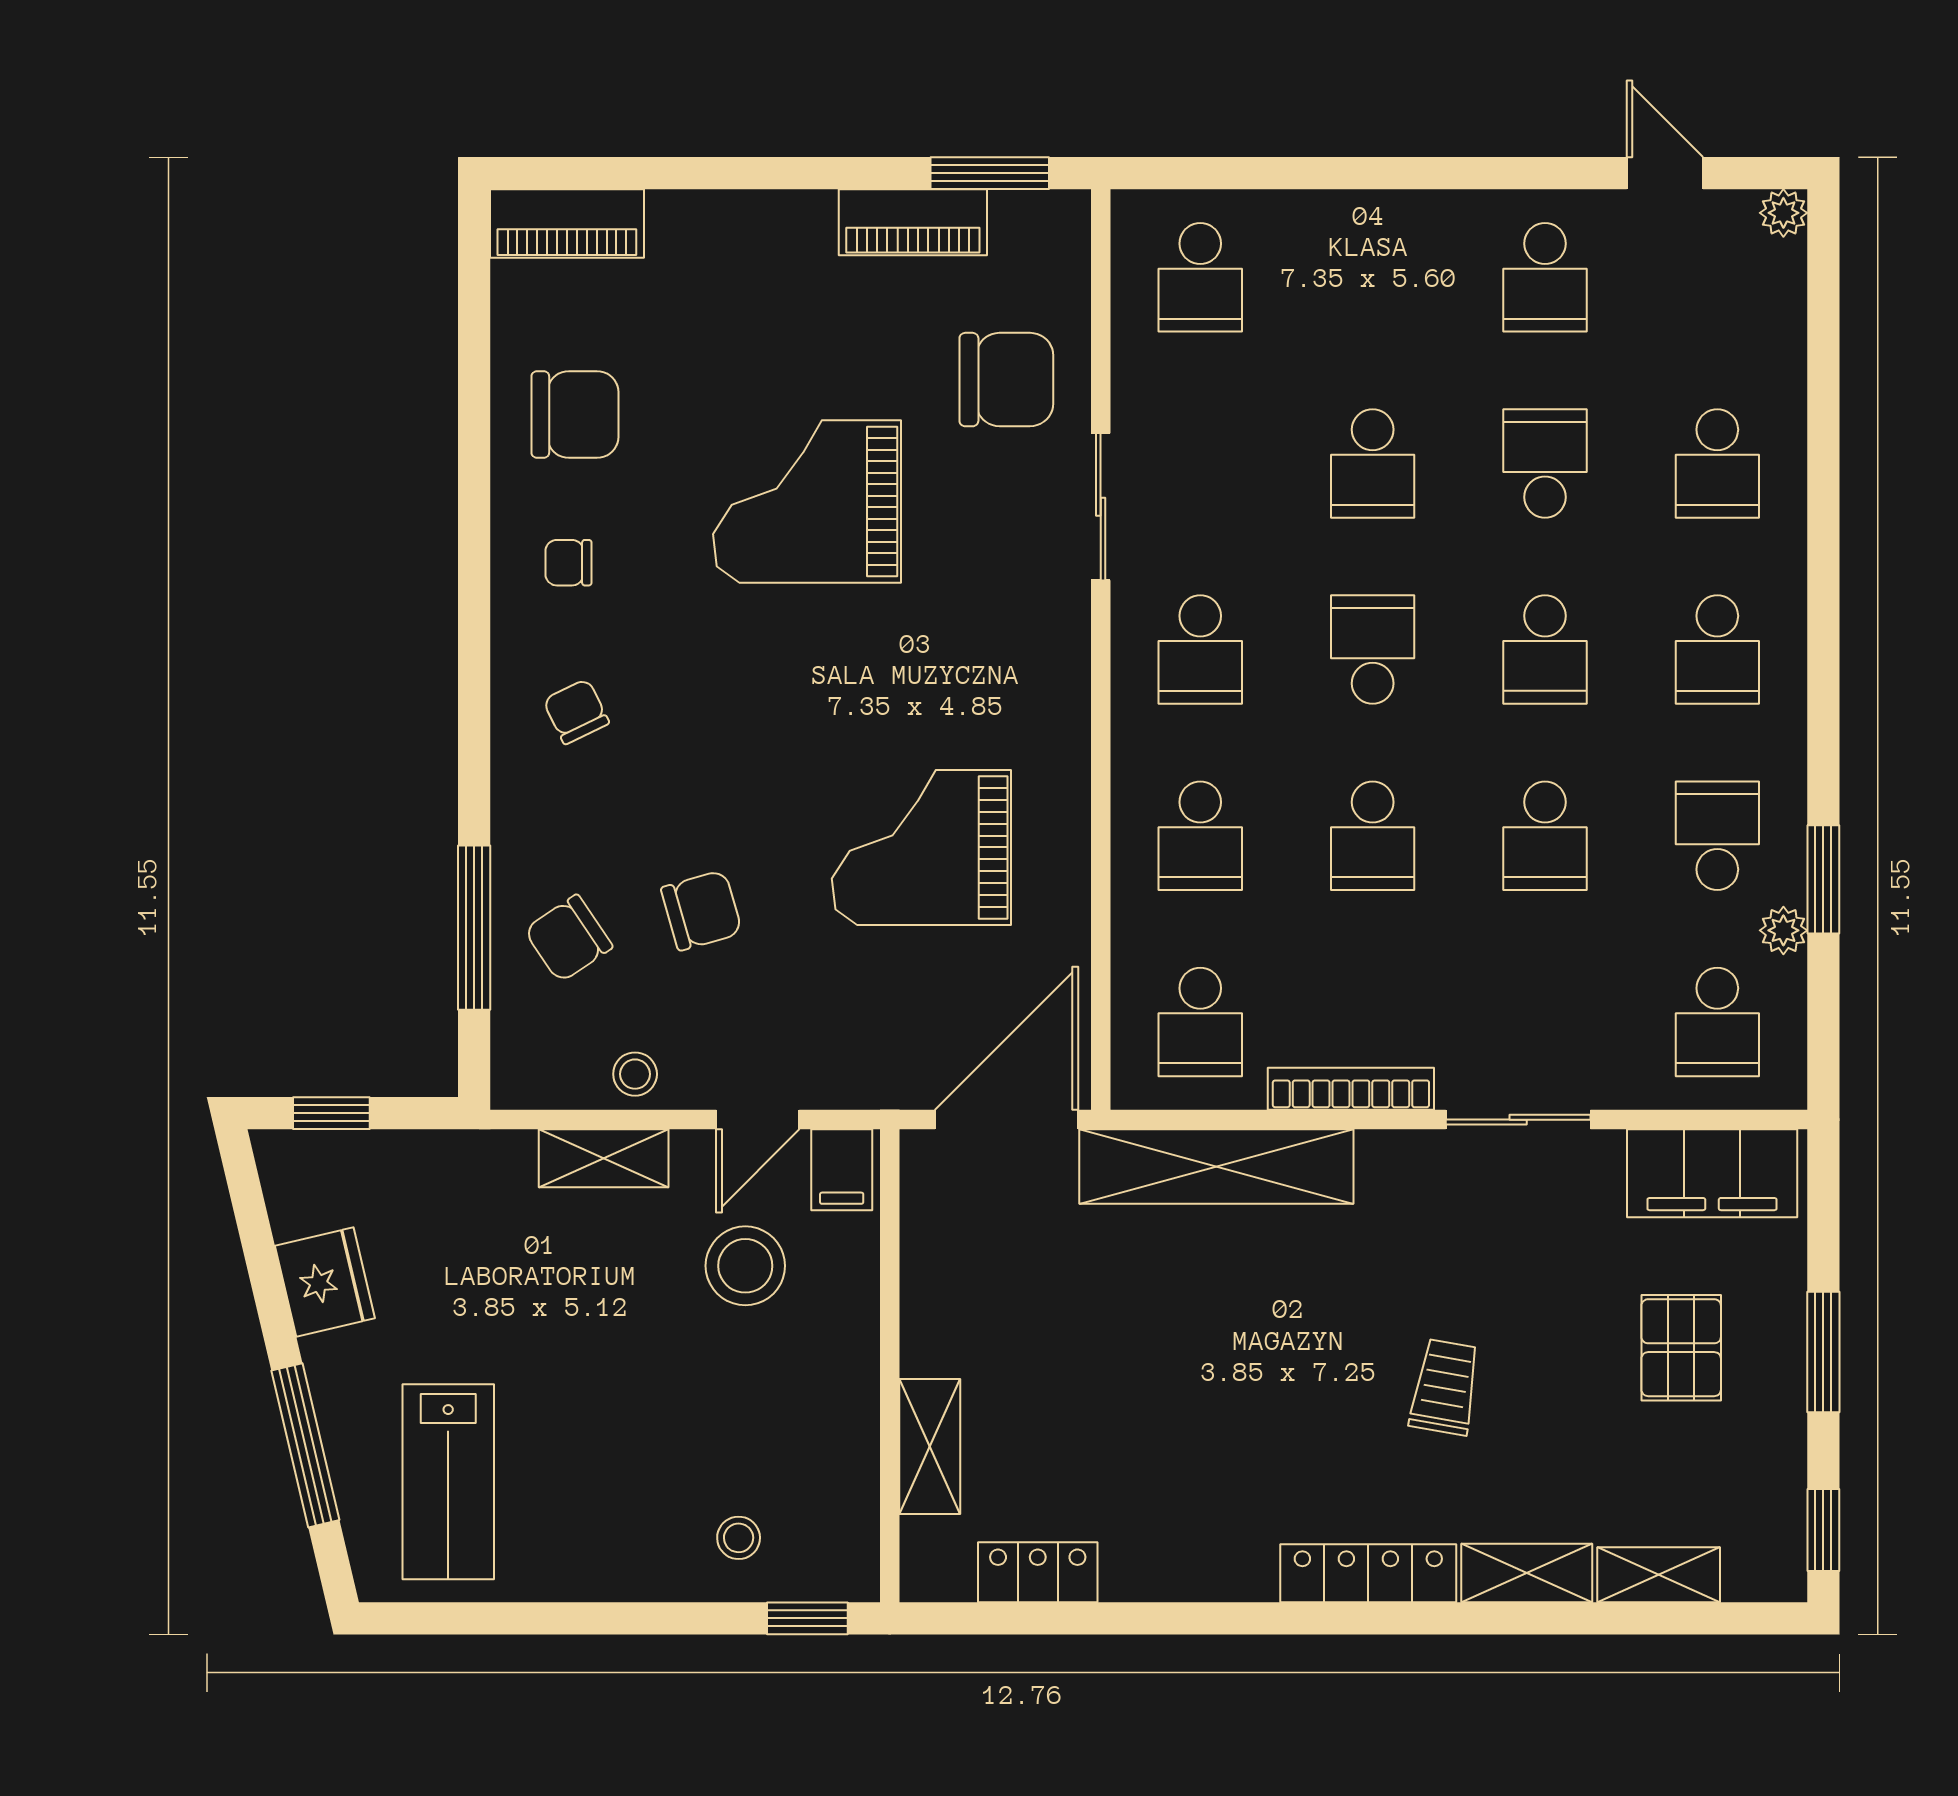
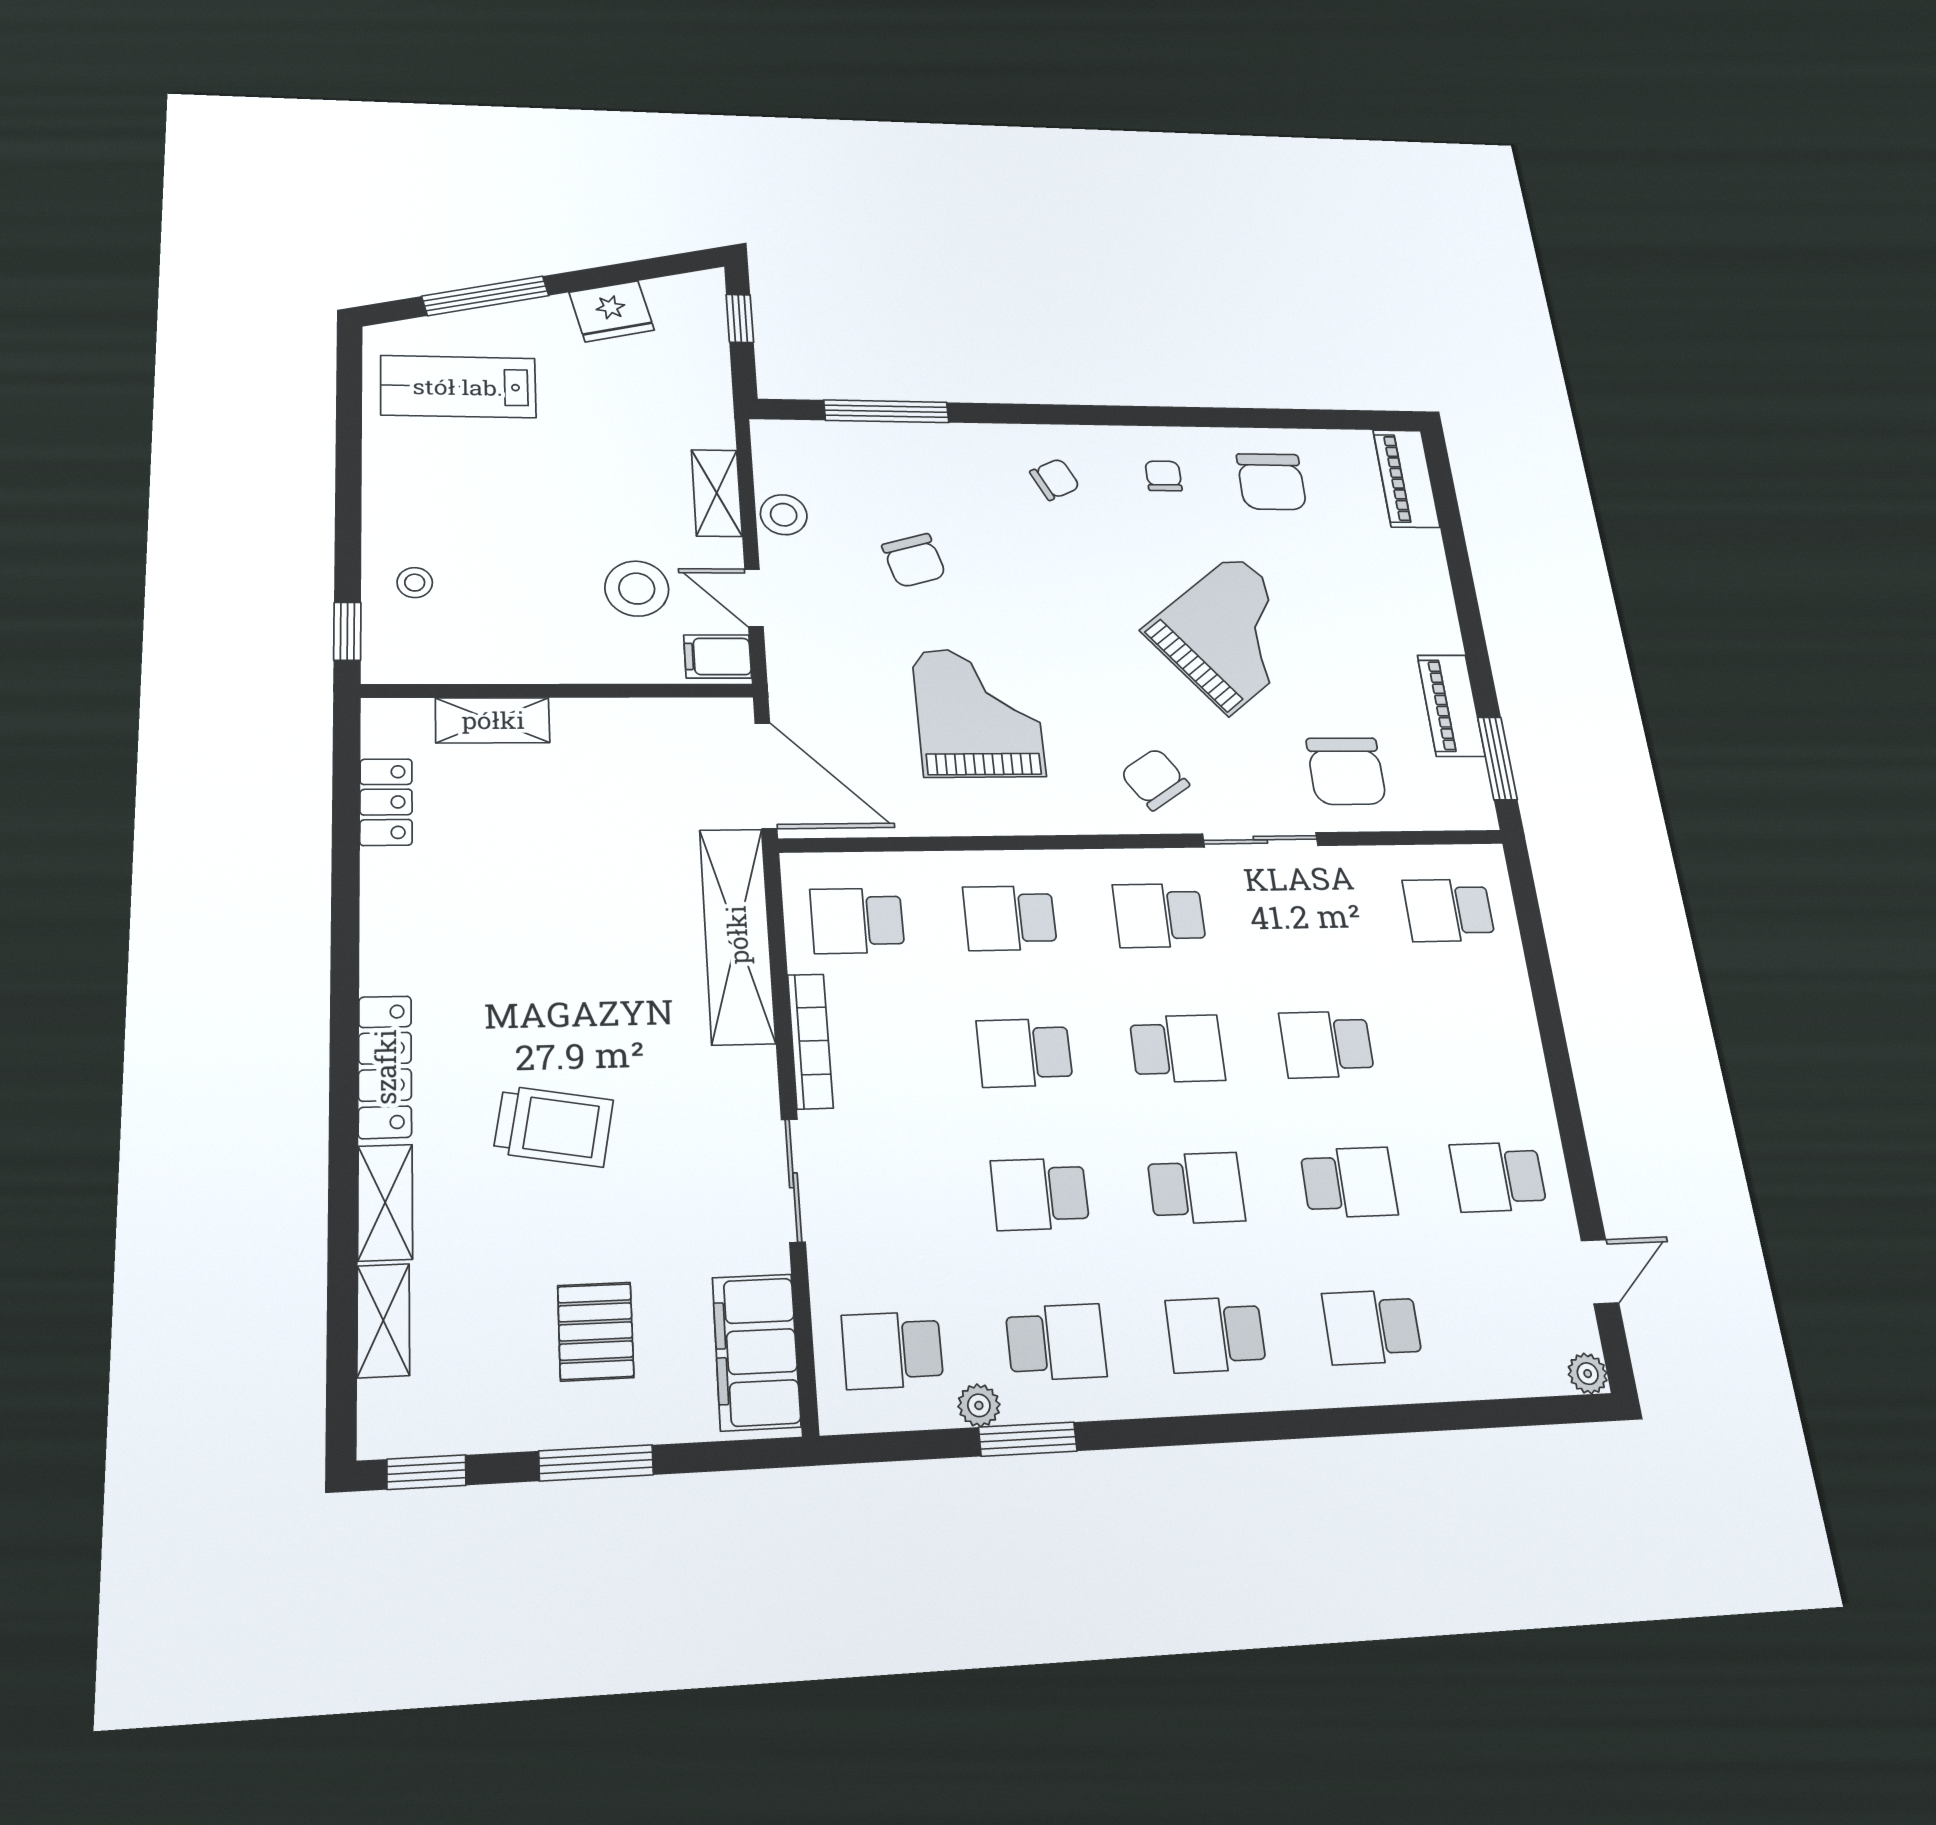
grand piano: (807, 501) -> (1232, 633), turned 51
school desk: (1545, 650) -> (1196, 1188), turned 180
chair: (568, 938) -> (1155, 779), moved
stool: (635, 1074) -> (784, 515), width x1.37, depth x1.37
pallet: (1681, 1348) -> (596, 1331), turned 90
trolley: (1445, 1387) -> (554, 1126), width x1.36, depth x1.39

